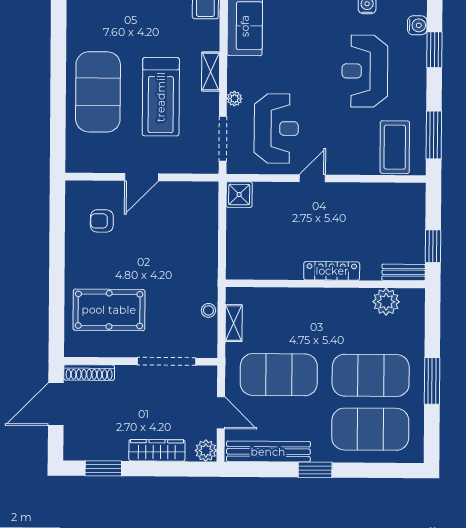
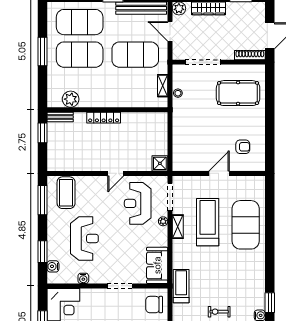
shelving: (211, 72) -> (178, 227), moved

